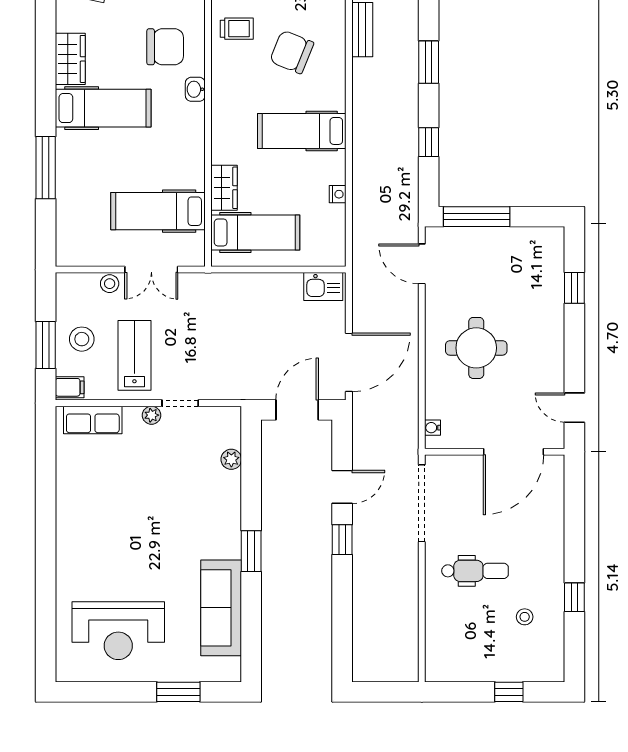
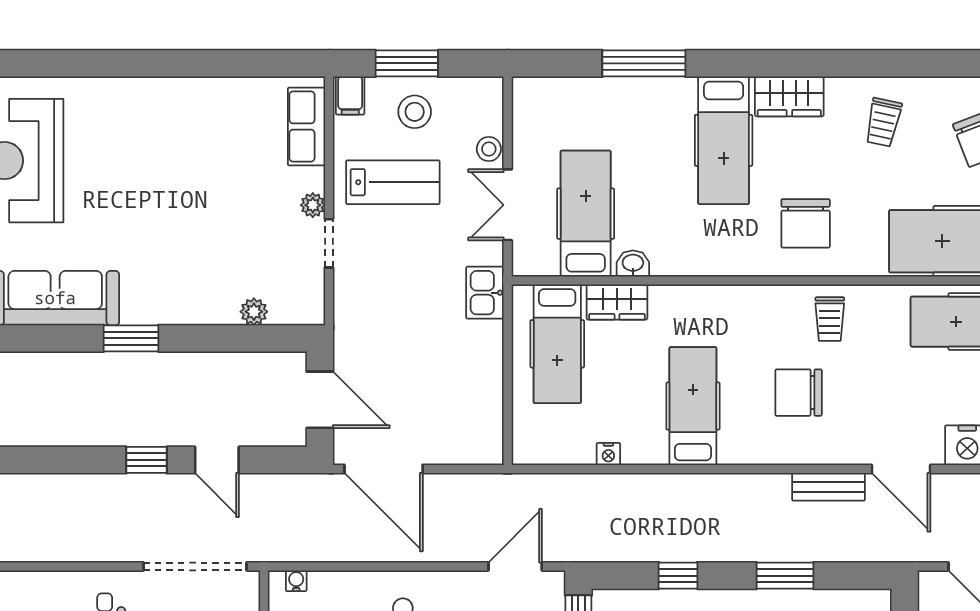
chair: (292, 52) -> (799, 393), turned -112
washbasin: (195, 89) -> (633, 264), moved
kitchen sink: (323, 287) -> (485, 293), moved

